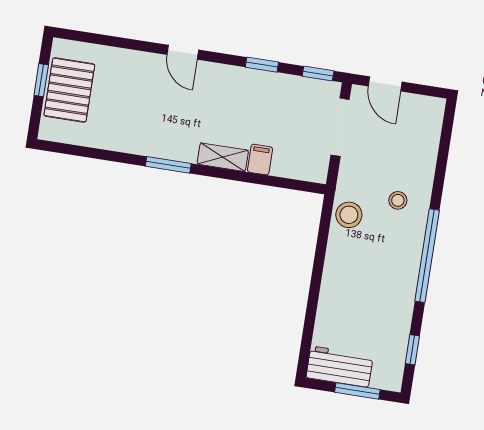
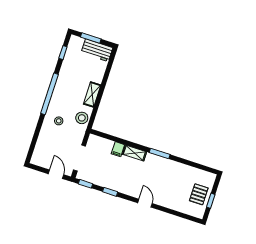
pallet: (69, 90) -> (199, 194), width x0.67, depth x0.71
shelving: (335, 269) -> (92, 95), added

